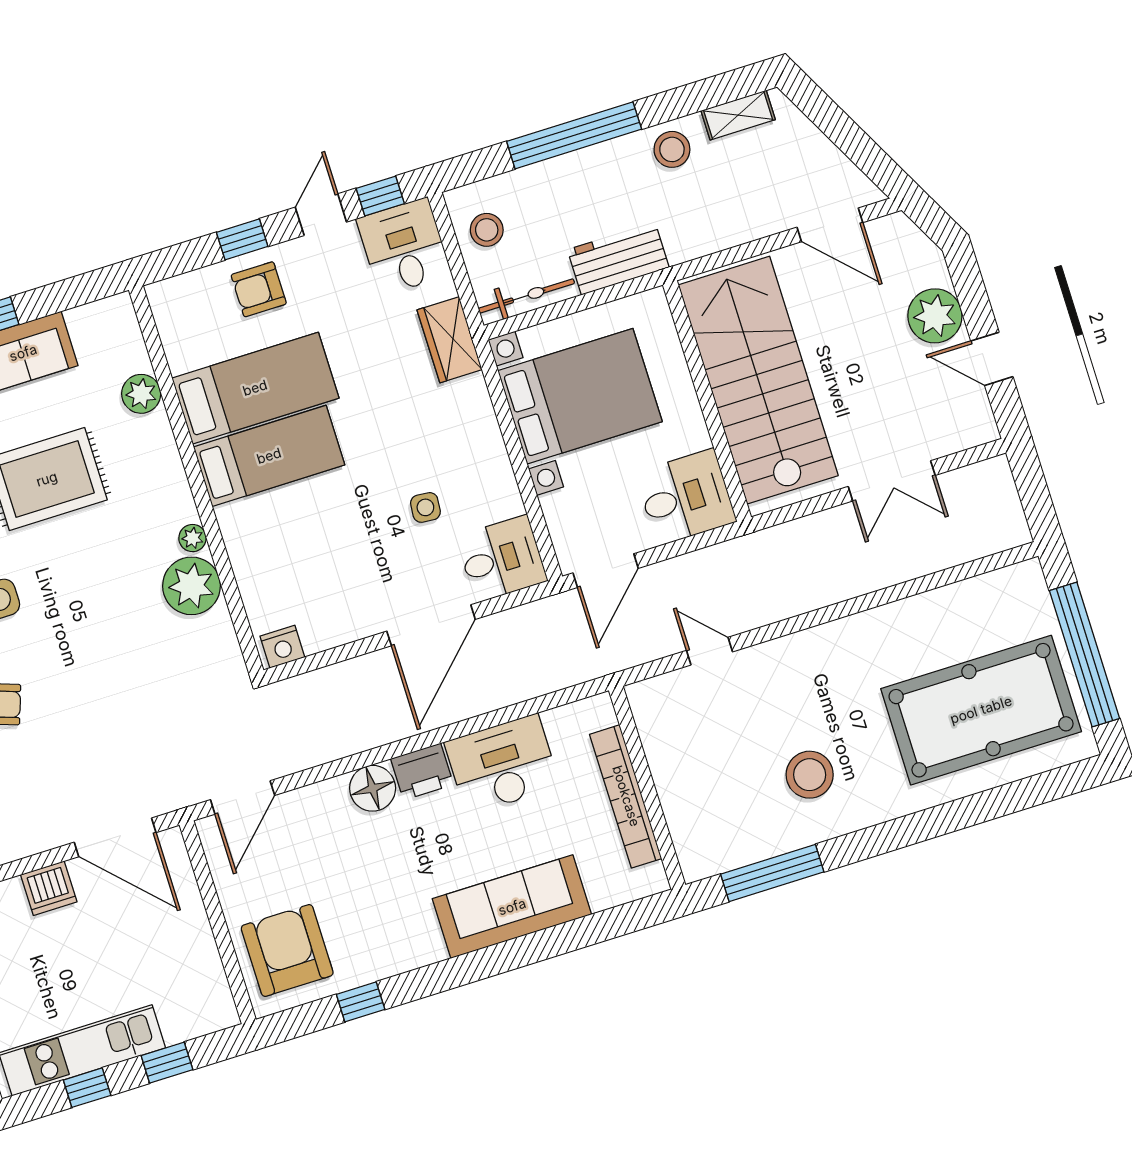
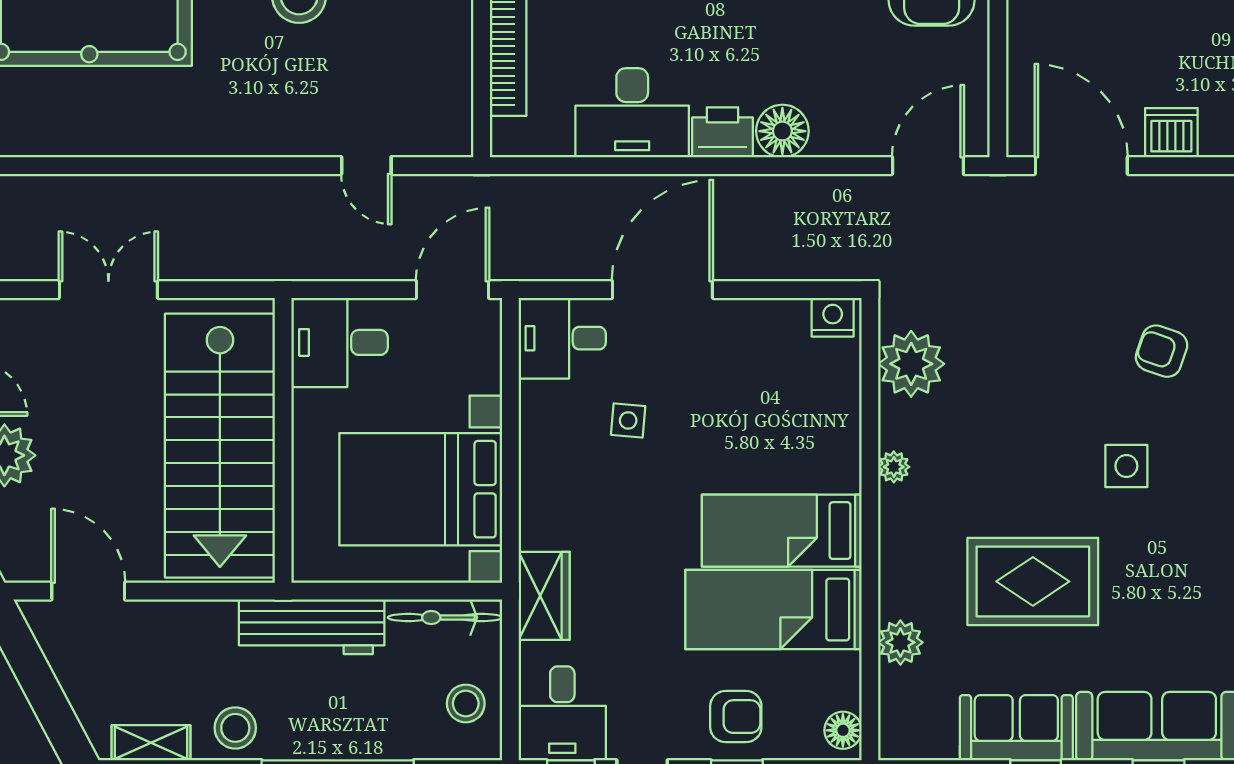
workbench: (618, 259) -> (312, 627), width x1.38
floor lamp: (166, 306) -> (843, 730), added
plant: (192, 586) -> (911, 364), moved

